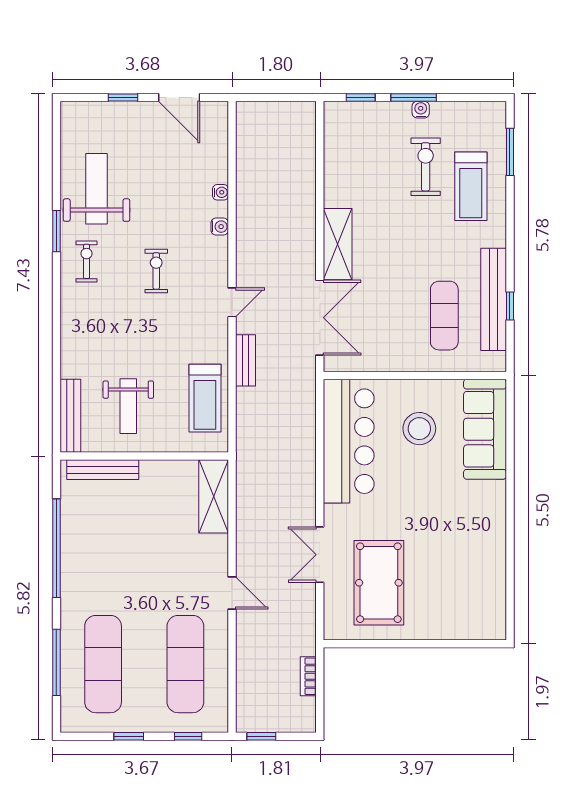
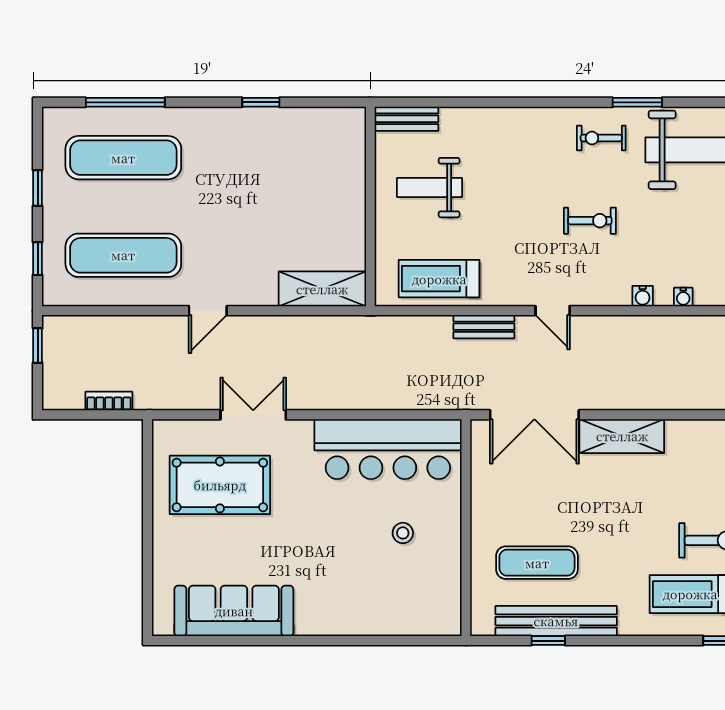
exercise bike: (87, 261) -> (601, 138), turned 180
bench: (70, 416) -> (407, 119), width x0.73
stool: (419, 429) -> (403, 533), width x0.53, depth x0.53
sofa: (485, 429) -> (234, 611), moved
bench: (103, 470) -> (354, 157), removed
window: (56, 548) -> (261, 102), width x0.32

